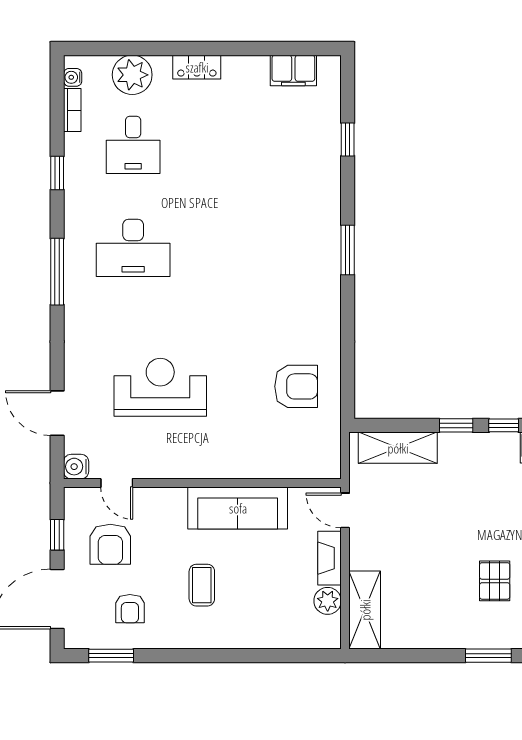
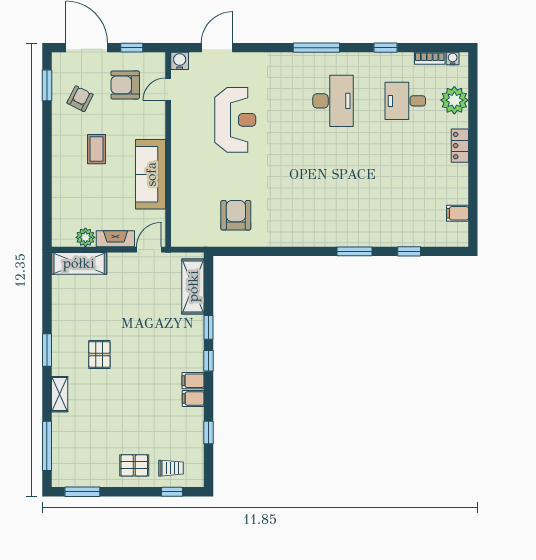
filing cabinet: (293, 70) -> (457, 213), width x0.50
desk: (133, 248) -> (333, 101), turned 180
window: (348, 250) -> (354, 251), moved
armchair: (296, 386) -> (236, 215), turned 180
pallet: (495, 581) -> (99, 354), turned 90
coffee table: (202, 585) -> (97, 149), turned 90
armchair: (130, 609) -> (80, 99), turned 117

